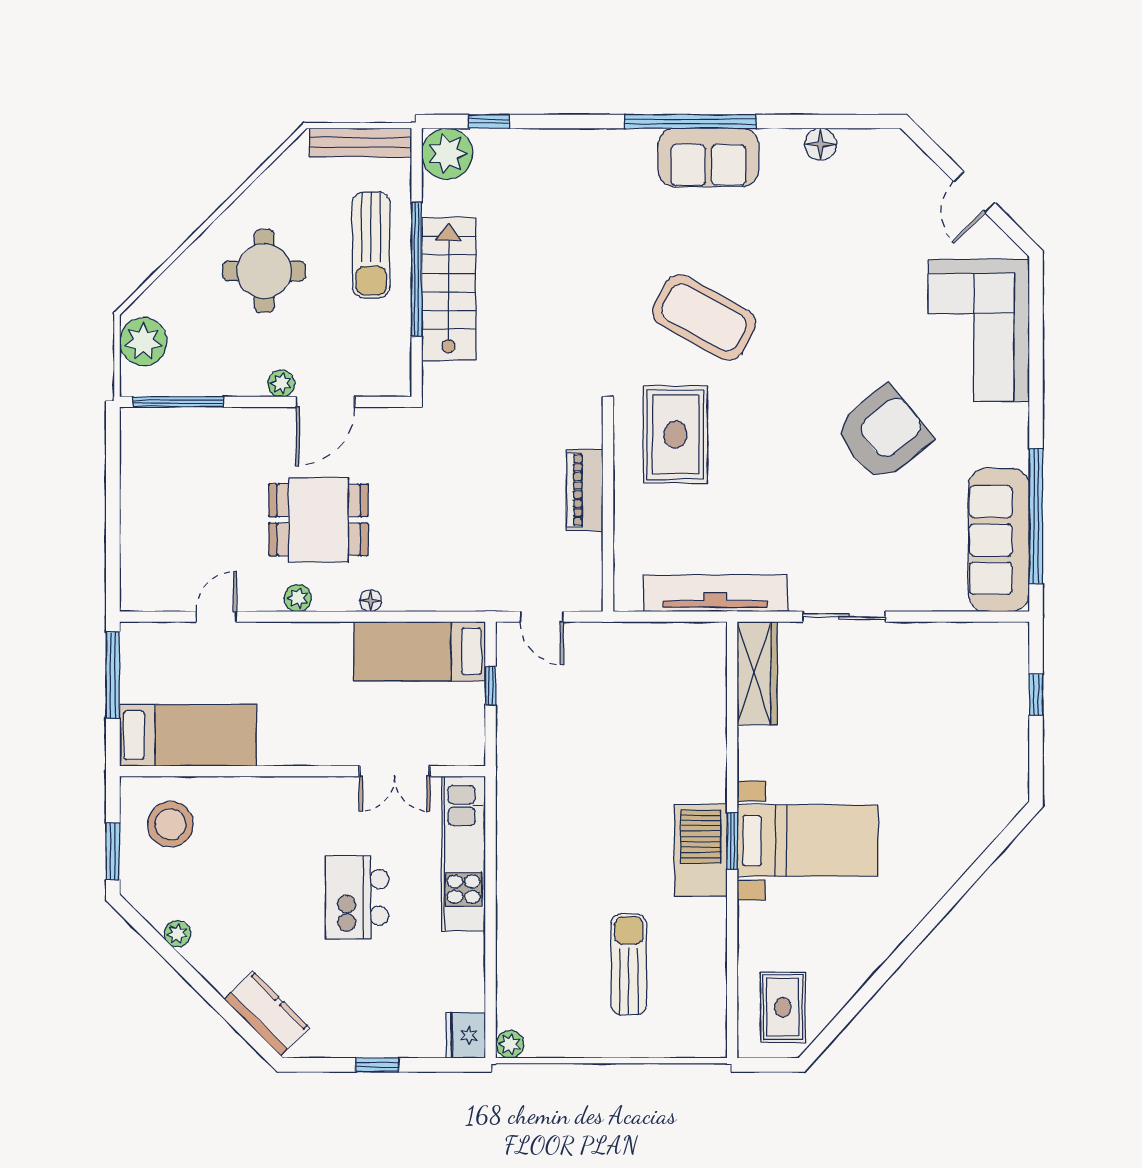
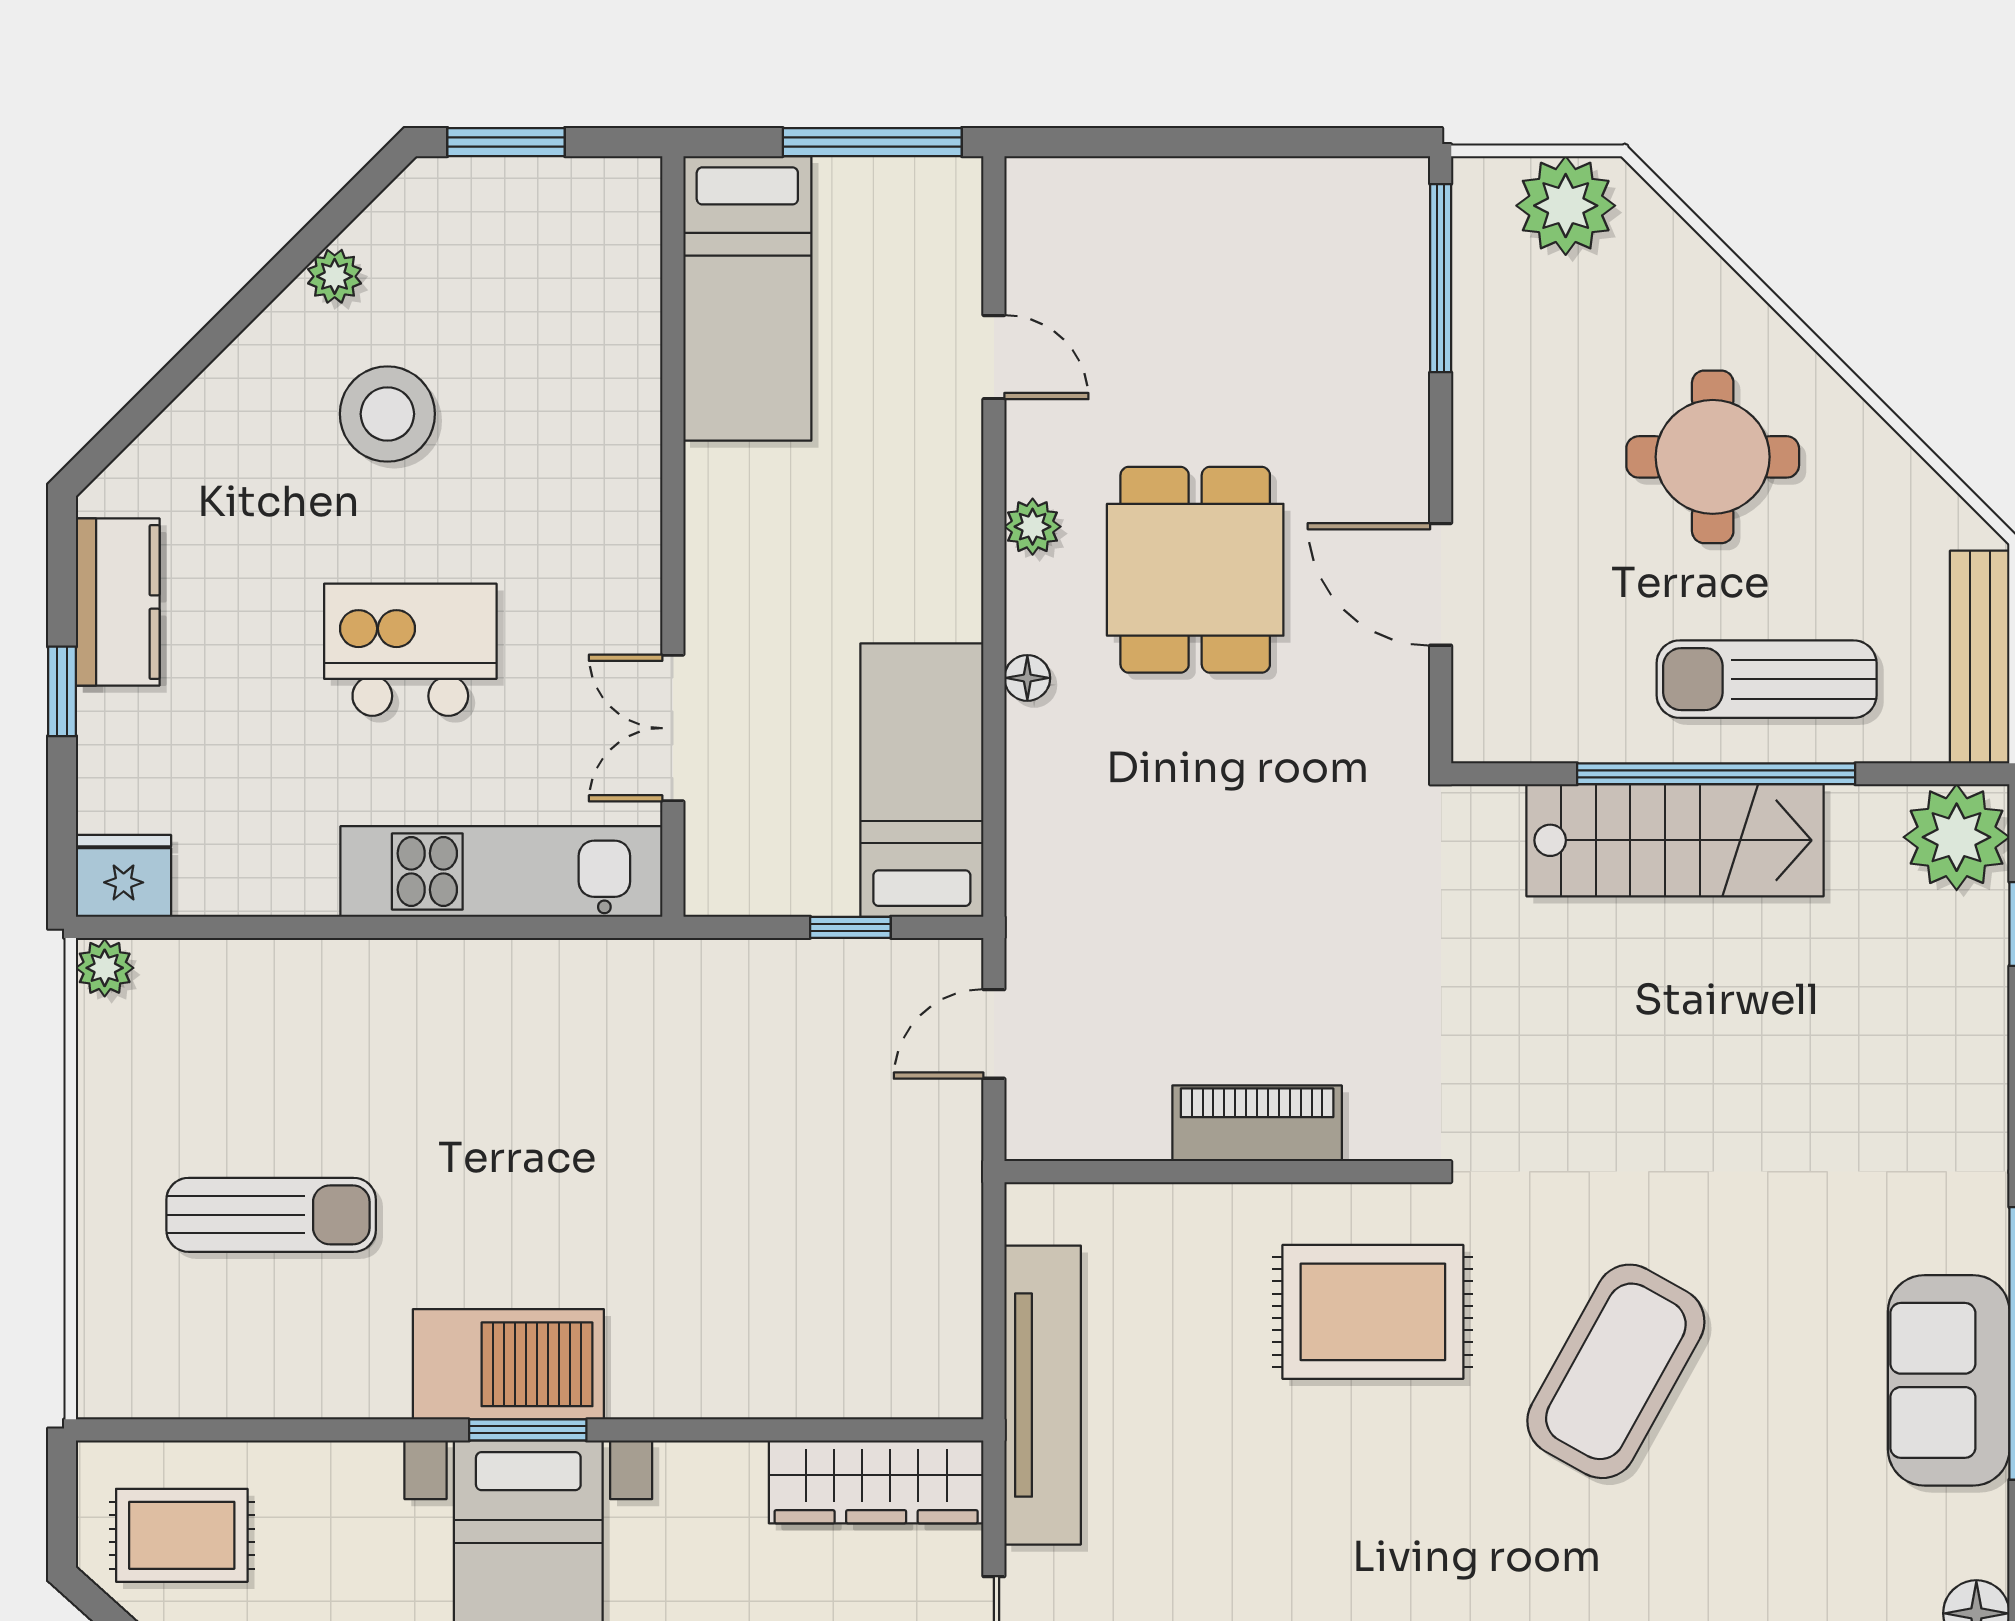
plant: (281, 383) -> (1479, 492), removed
stool: (170, 824) -> (387, 414), moved
kitchen counter: (267, 1013) -> (118, 602), moved, turned -45

